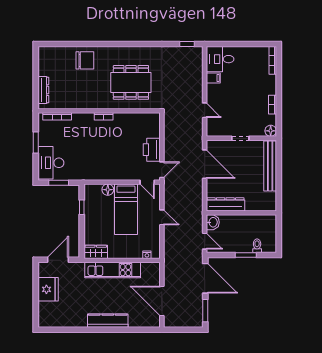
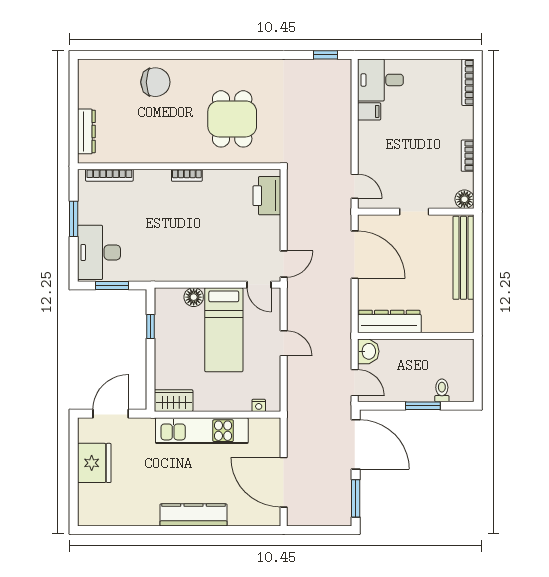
dining table: (131, 82) -> (232, 119), width x0.73
door: (205, 110) -> (355, 186), moved
printer: (152, 150) -> (267, 196), moved

